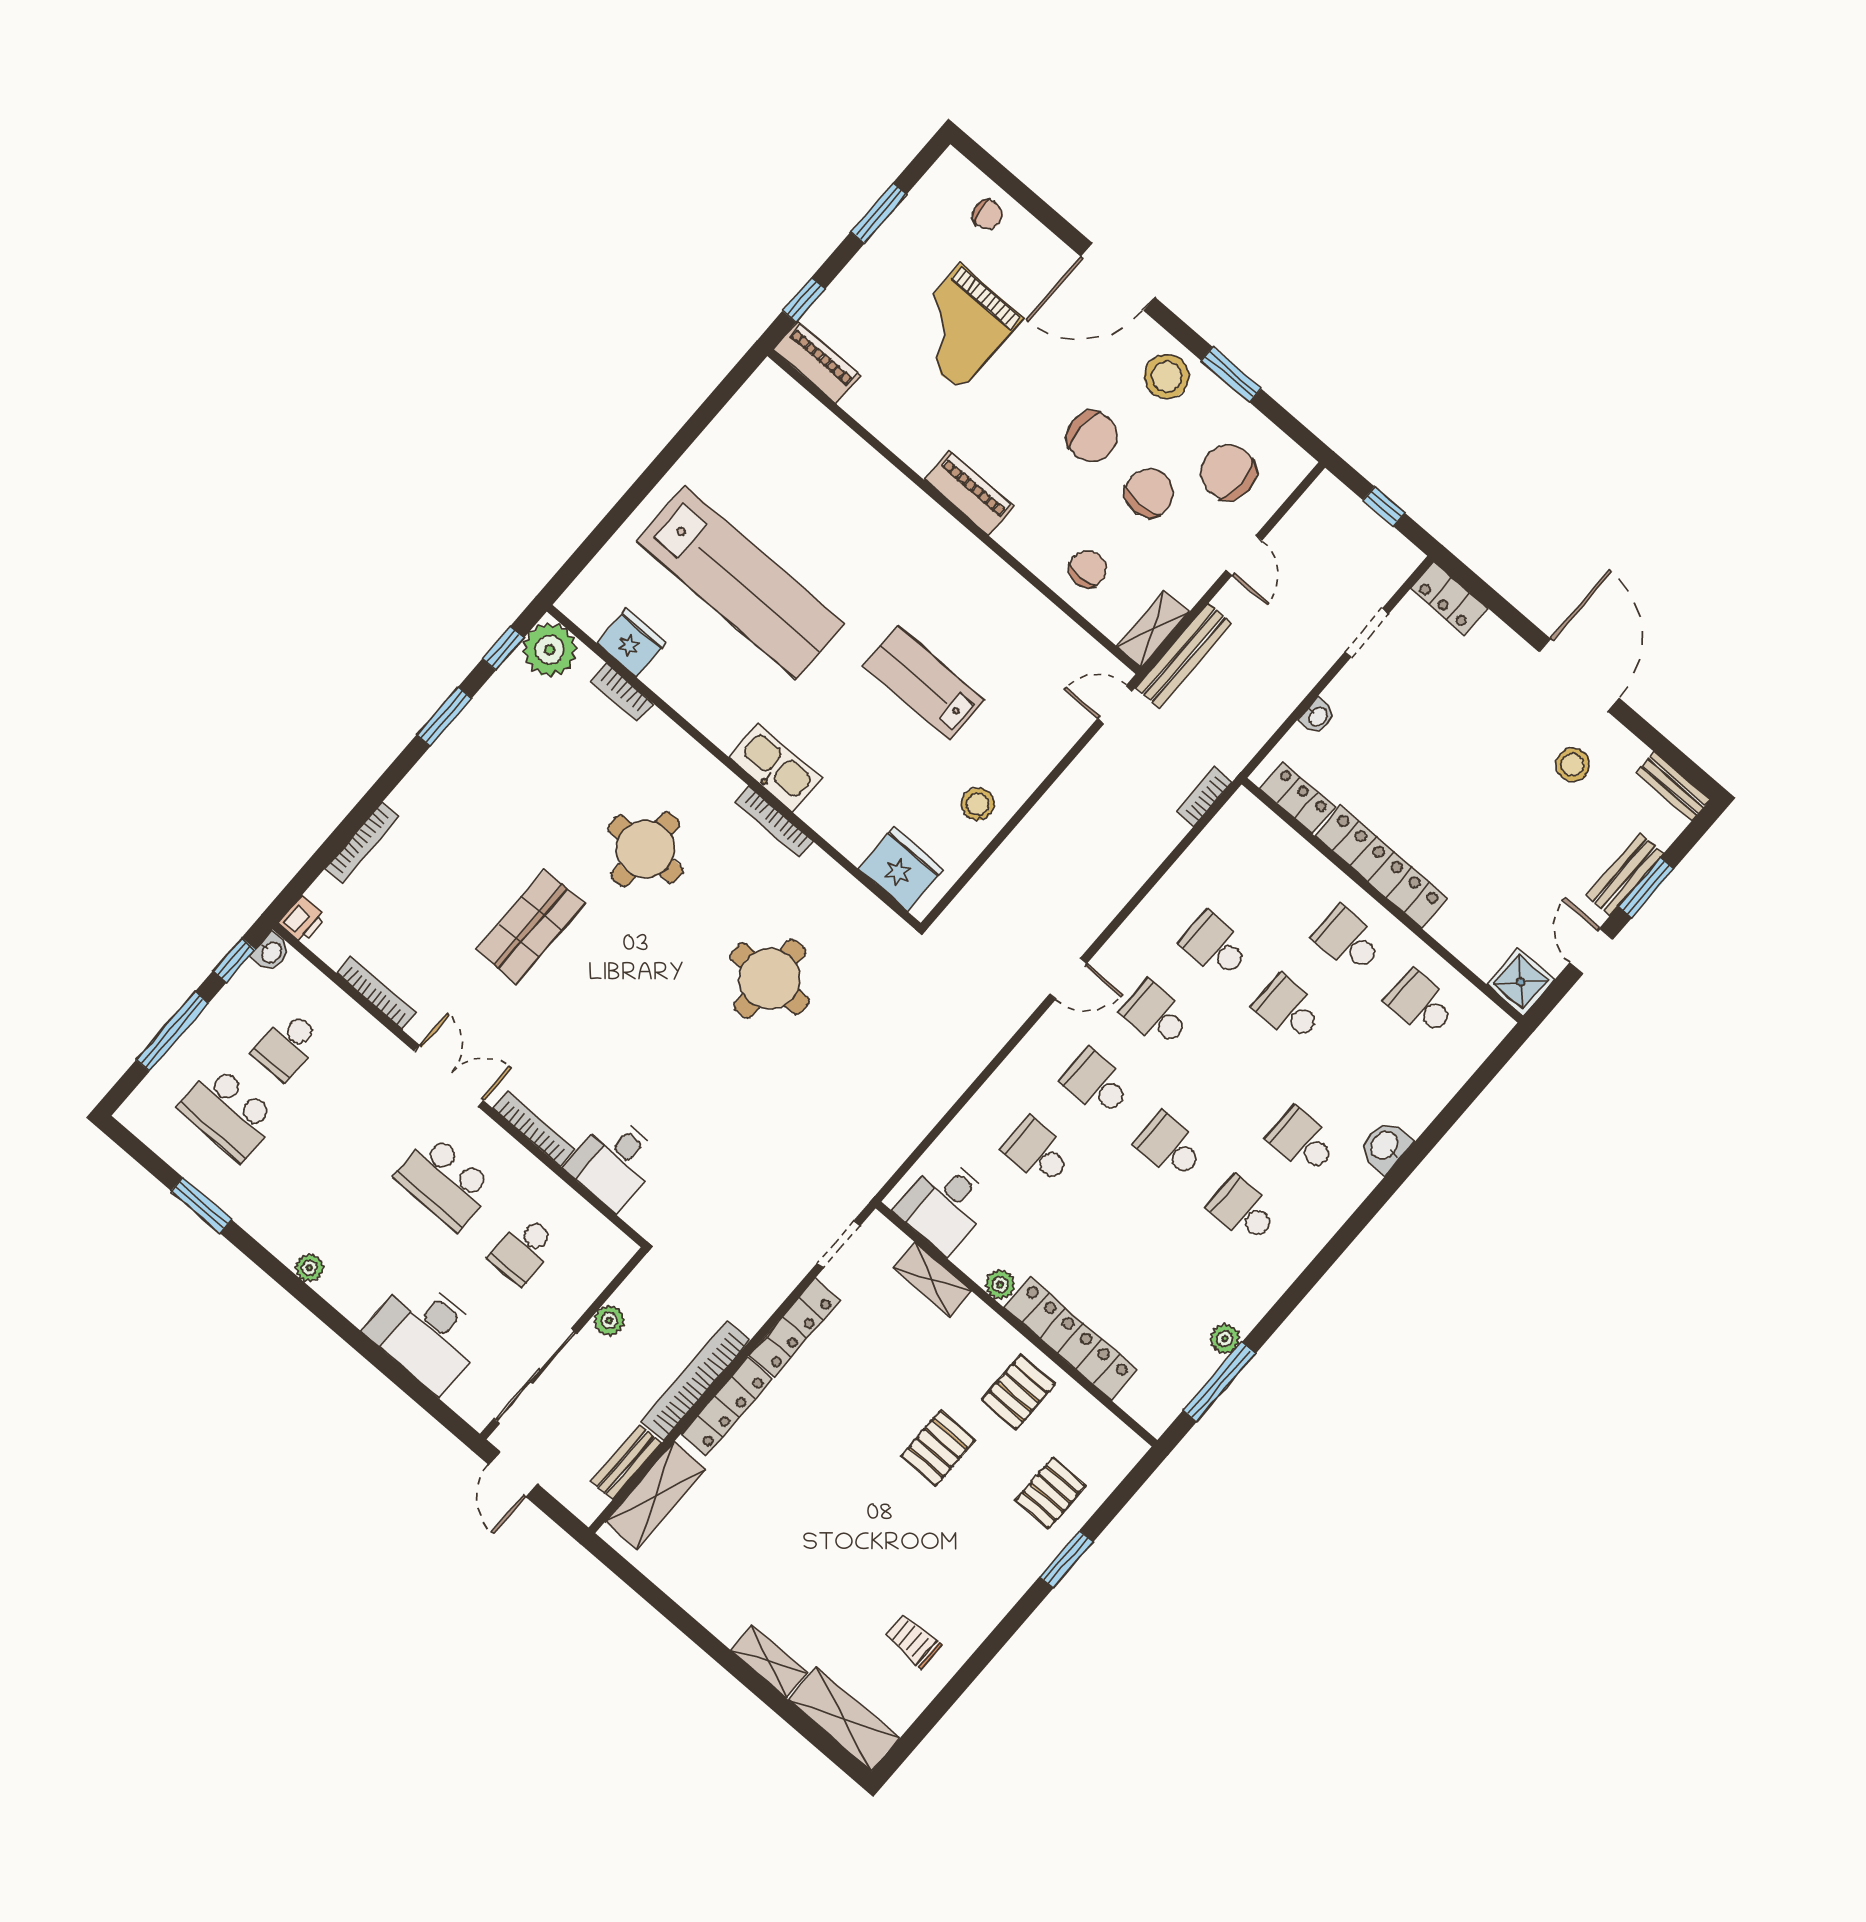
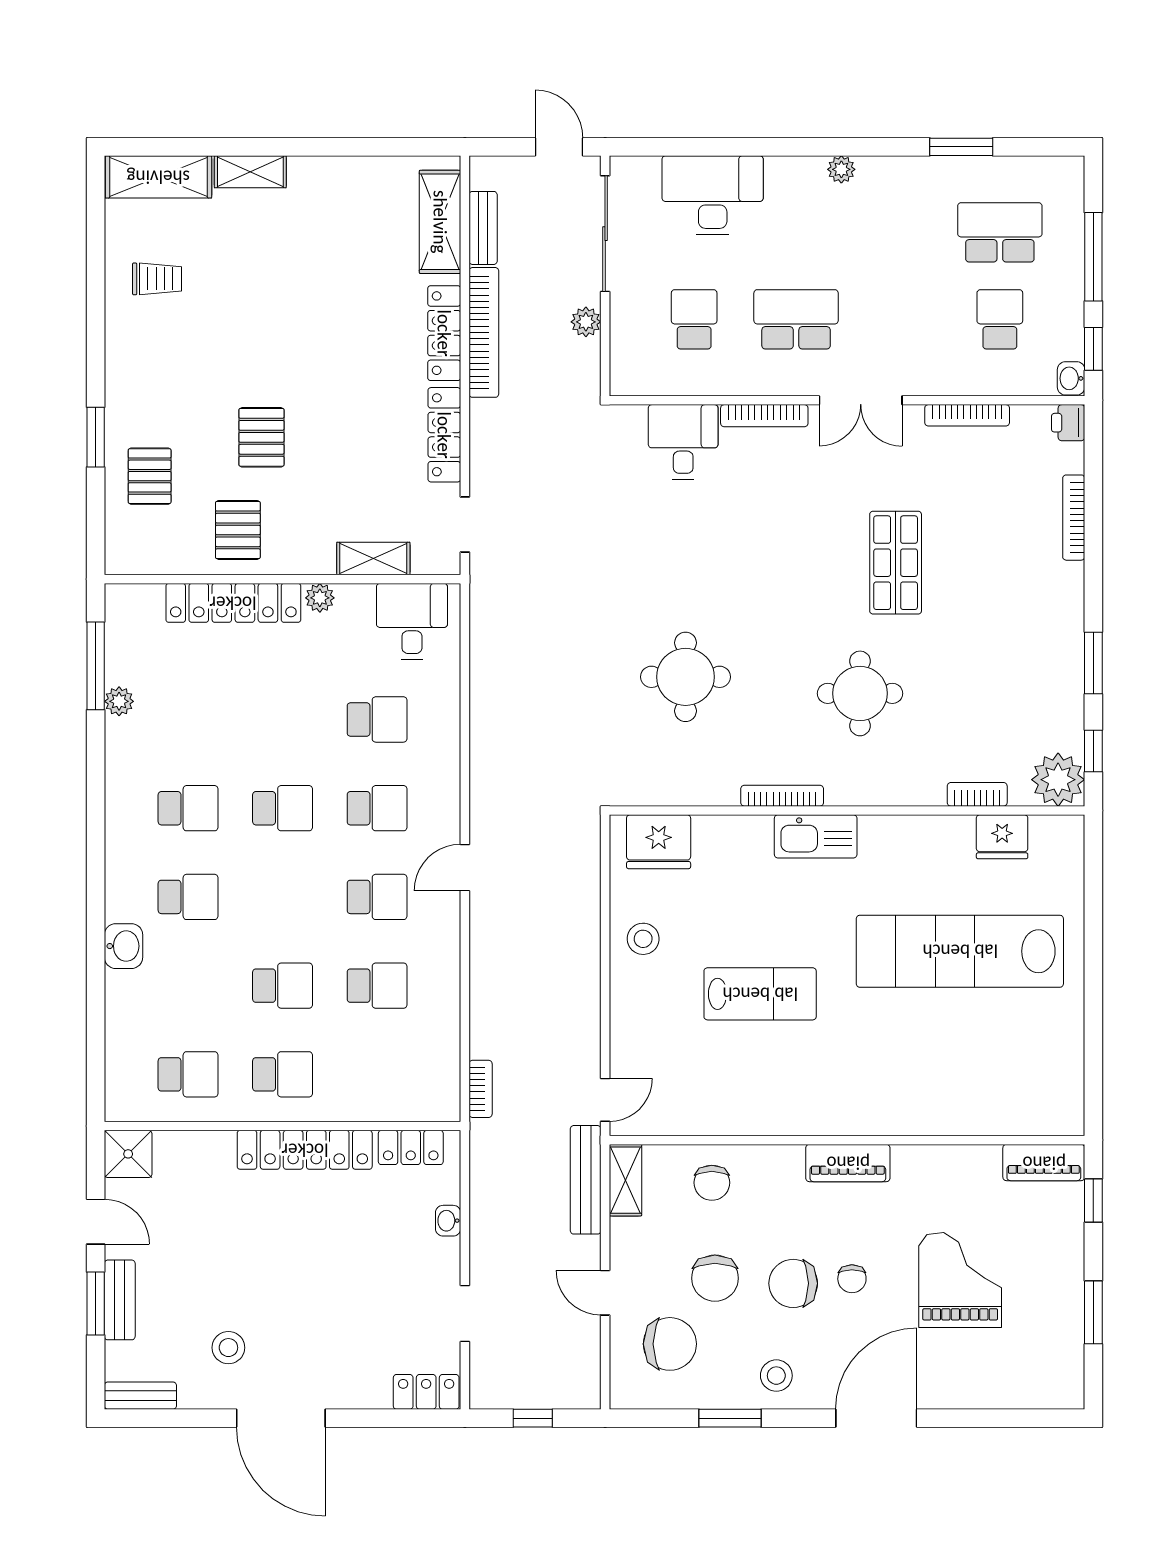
chair: (988, 215) -> (852, 1279), moved, turned -76
stool: (1167, 376) -> (776, 1376), width x0.73, depth x0.73

